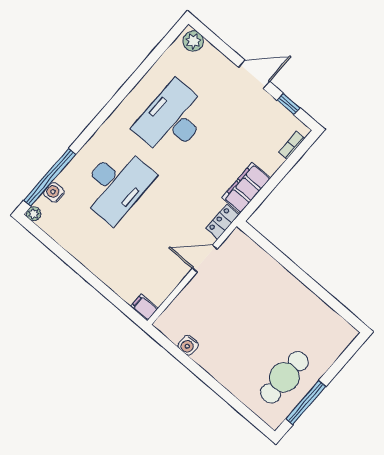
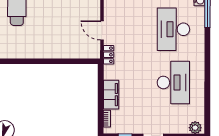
filing cabinet: (246, 188) -> (111, 95), moved
door: (205, 259) -> (102, 30), swing flipped

